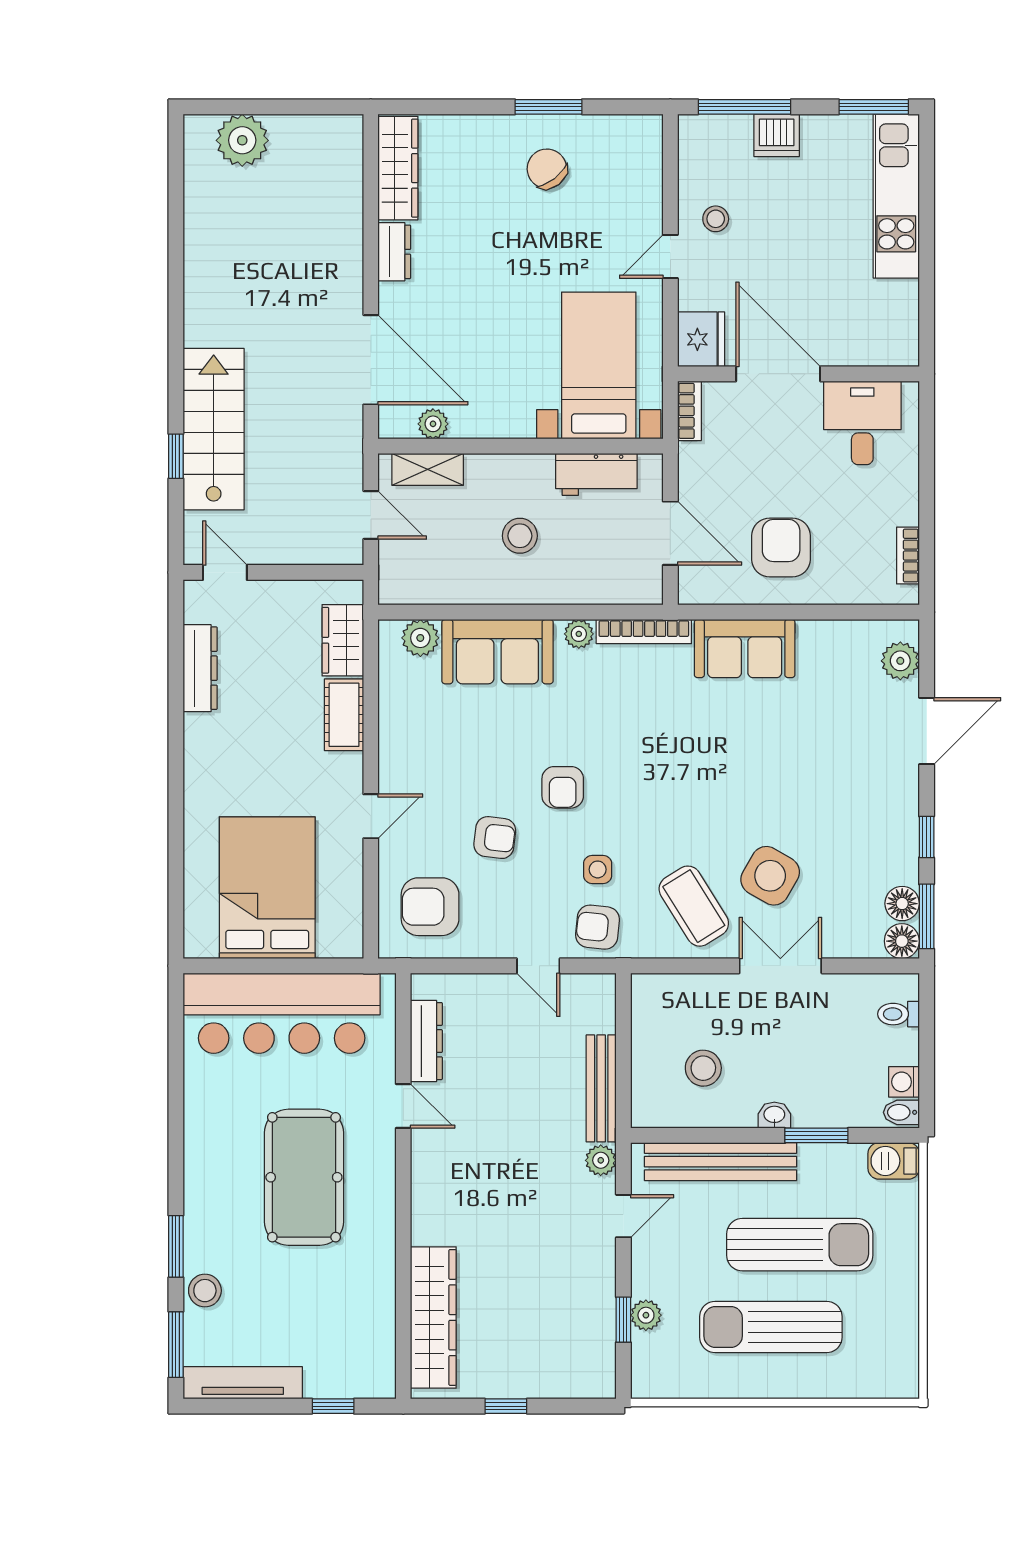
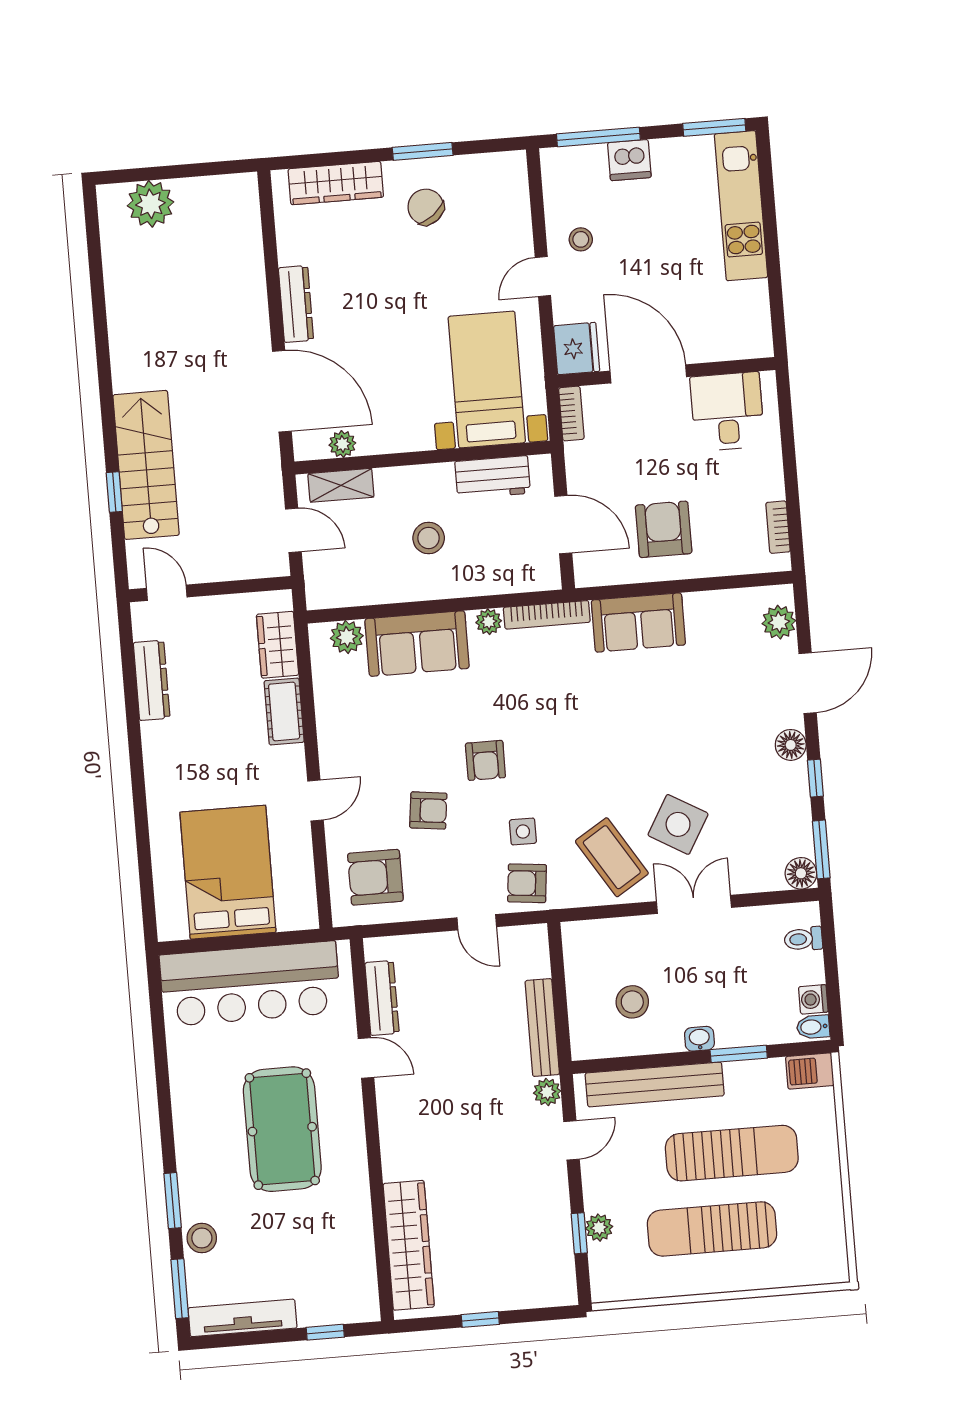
wardrobe: (398, 168) -> (336, 183), moved, turned 90
dresser: (394, 252) -> (296, 304), width x1.44
floor lamp: (902, 904) -> (791, 745), moved

